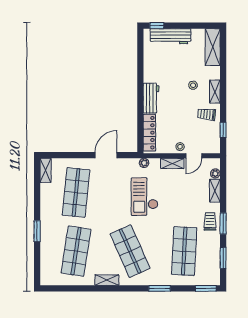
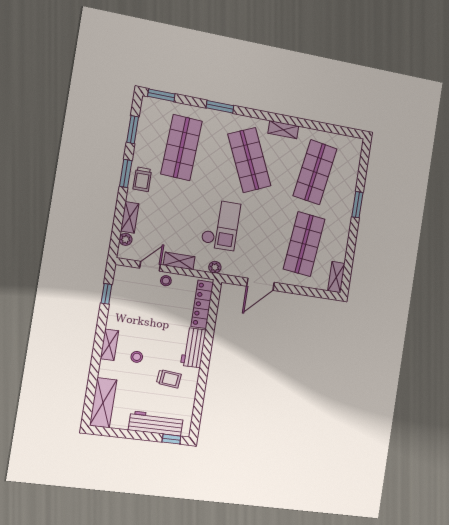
trolley: (207, 114) -> (169, 379), moved

